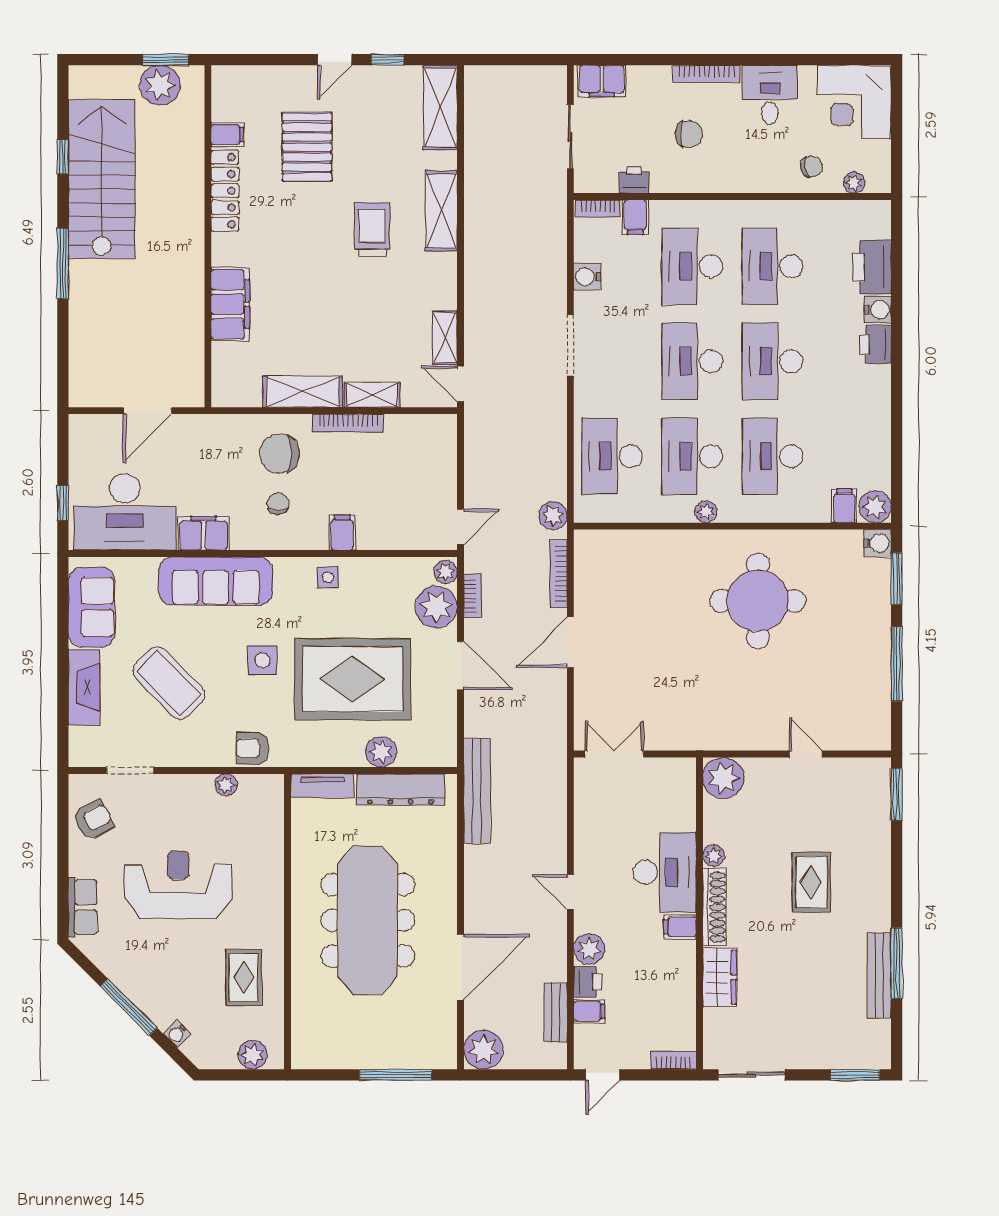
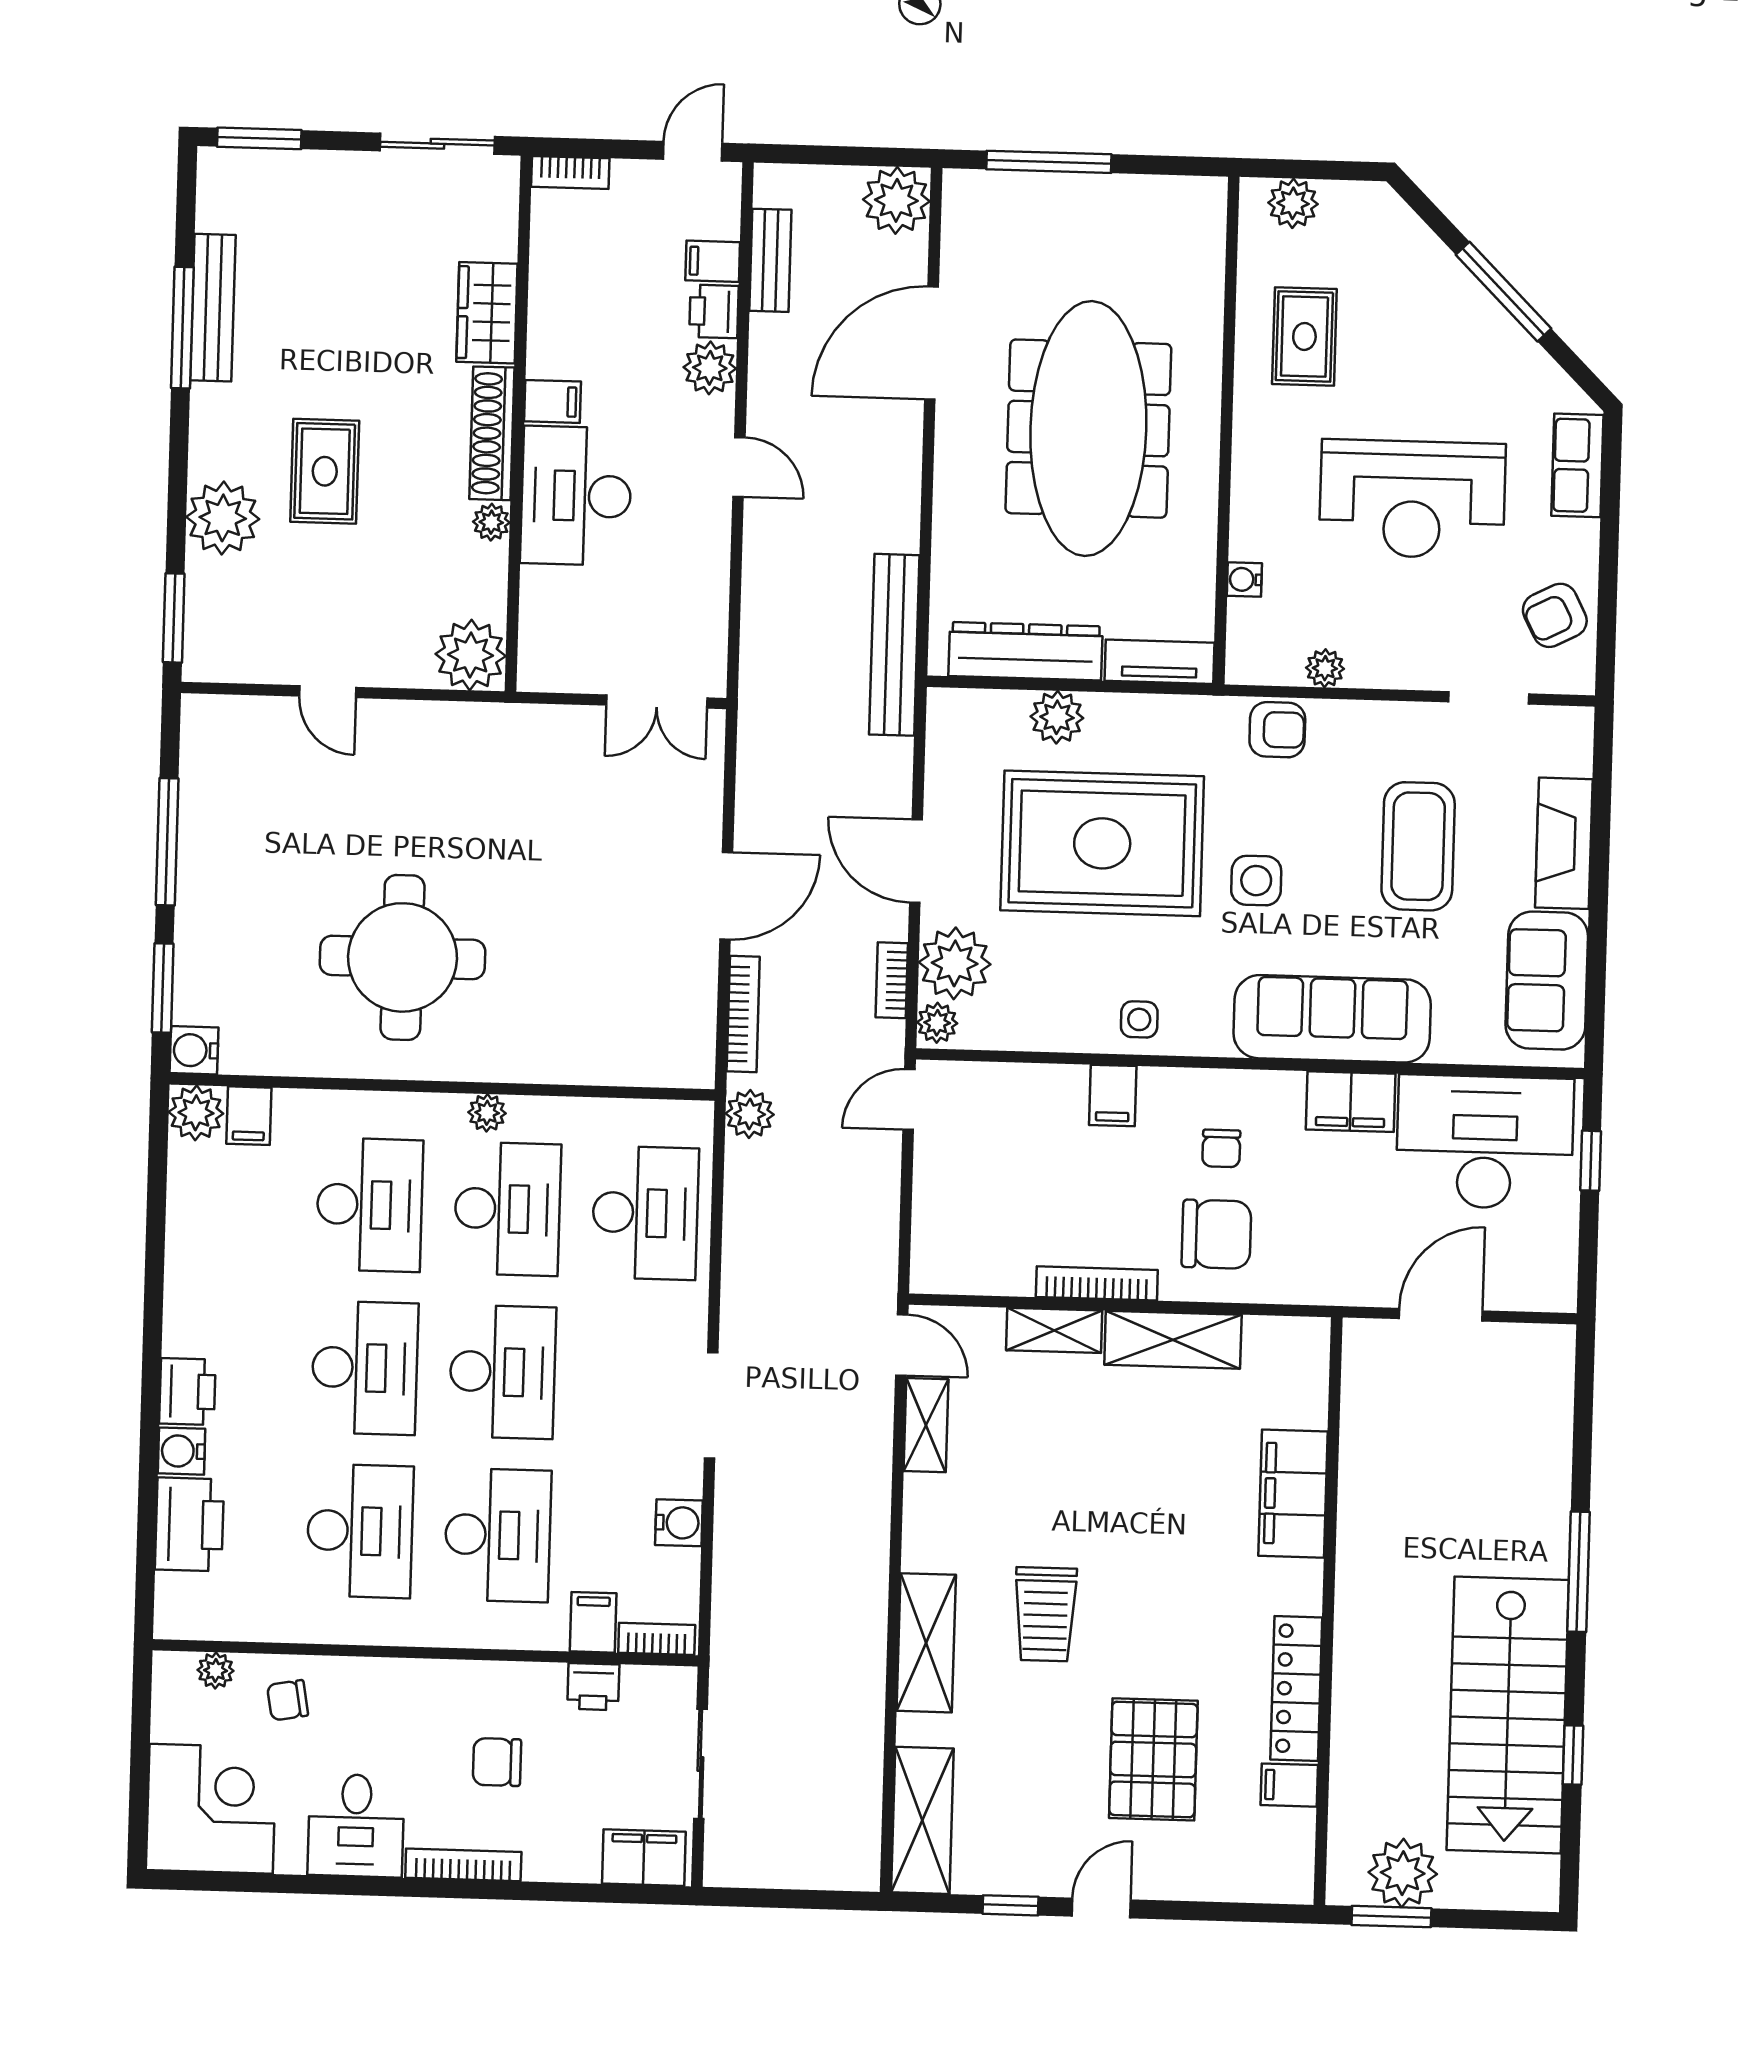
coffee table: (169, 683) -> (1418, 846), turned 44
plant: (870, 853) -> (223, 518), added
water cooler: (177, 1034) -> (1244, 579), moved, turned -135

